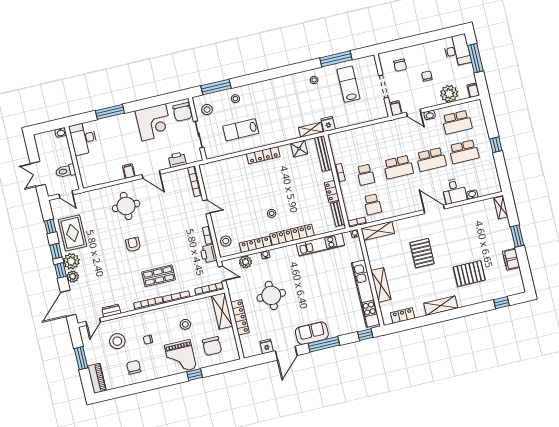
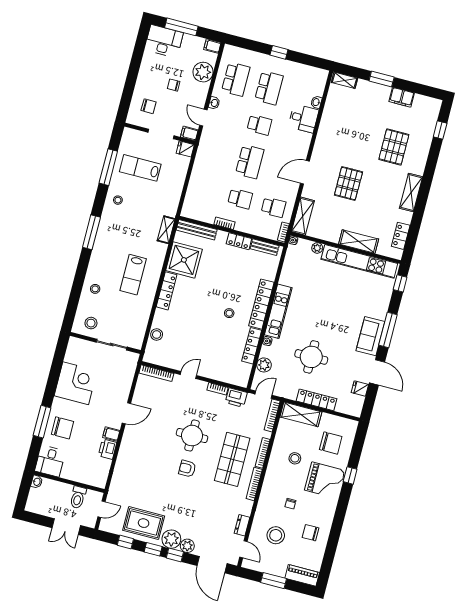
window: (216, 87) -> (91, 232), moved
chair: (182, 112) -> (63, 428), moved
door: (414, 113) -> (203, 118), swing flipped
fridge: (328, 124) -> (185, 149), moved
lab bench: (241, 130) -> (133, 275), moved
desk: (83, 138) -> (50, 461), width x0.73
shower: (299, 149) -> (184, 260), width x1.86, depth x1.86
school desk: (431, 159) -> (259, 125), width x0.54
printer: (177, 160) -> (108, 449), moved
round table: (126, 206) -> (192, 436), moved
door: (434, 209) -> (305, 172), moved
stool: (226, 241) -> (157, 334), moved
kitchen unit: (320, 245) -> (278, 311), moved
pallet: (422, 253) -> (348, 183), turned 90
plant: (359, 255) -> (317, 248), added
shop shelf: (159, 276) -> (232, 459), width x1.43, depth x1.36

